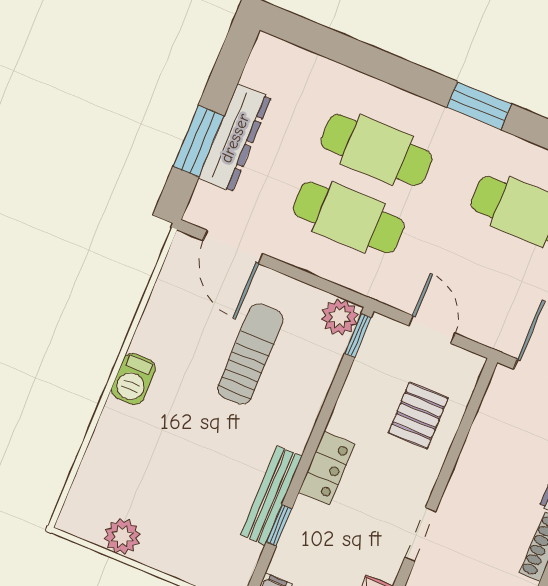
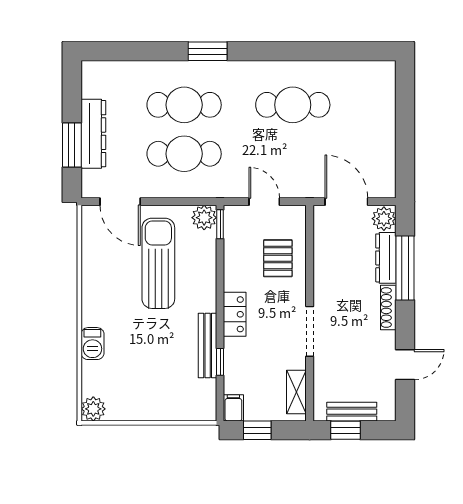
window: (479, 106) -> (208, 51), moved
sun lounger: (250, 354) -> (158, 263), width x1.36, depth x1.34
barbecue: (133, 379) -> (92, 344), moved
doorway: (420, 535) -> (310, 331), width x1.38
plant: (122, 536) -> (93, 409), moved

